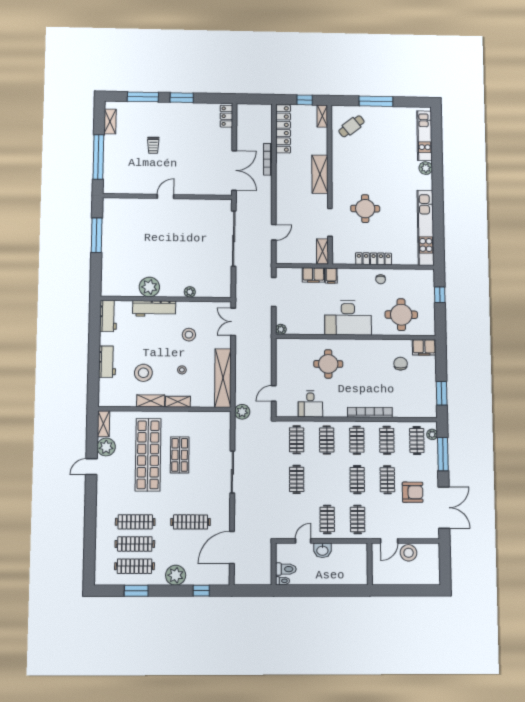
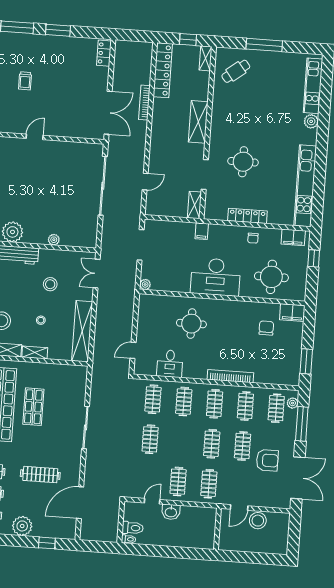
filing cabinet: (313, 275) -> (293, 237), moved
plant: (242, 412) -> (99, 367), removed

